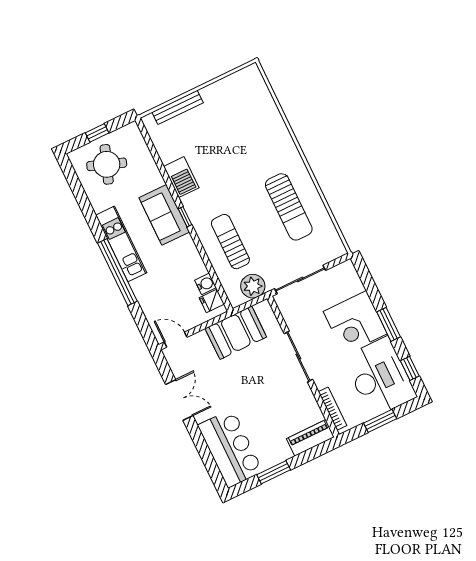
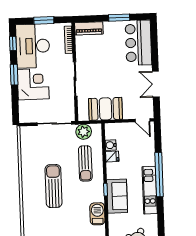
sun lounger: (289, 207) -> (53, 186), moved
fridge: (212, 301) -> (112, 157), moved

